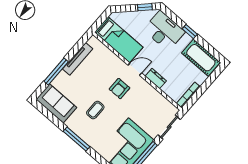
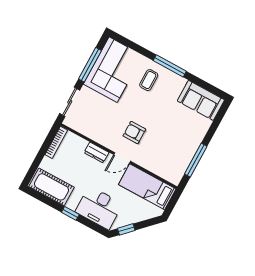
tv unit: (78, 59) -> (188, 155), removed
window: (56, 72) -> (196, 160), moved
armchair: (119, 89) -> (134, 132), turned -90
coffee table: (95, 110) -> (149, 80), moved

